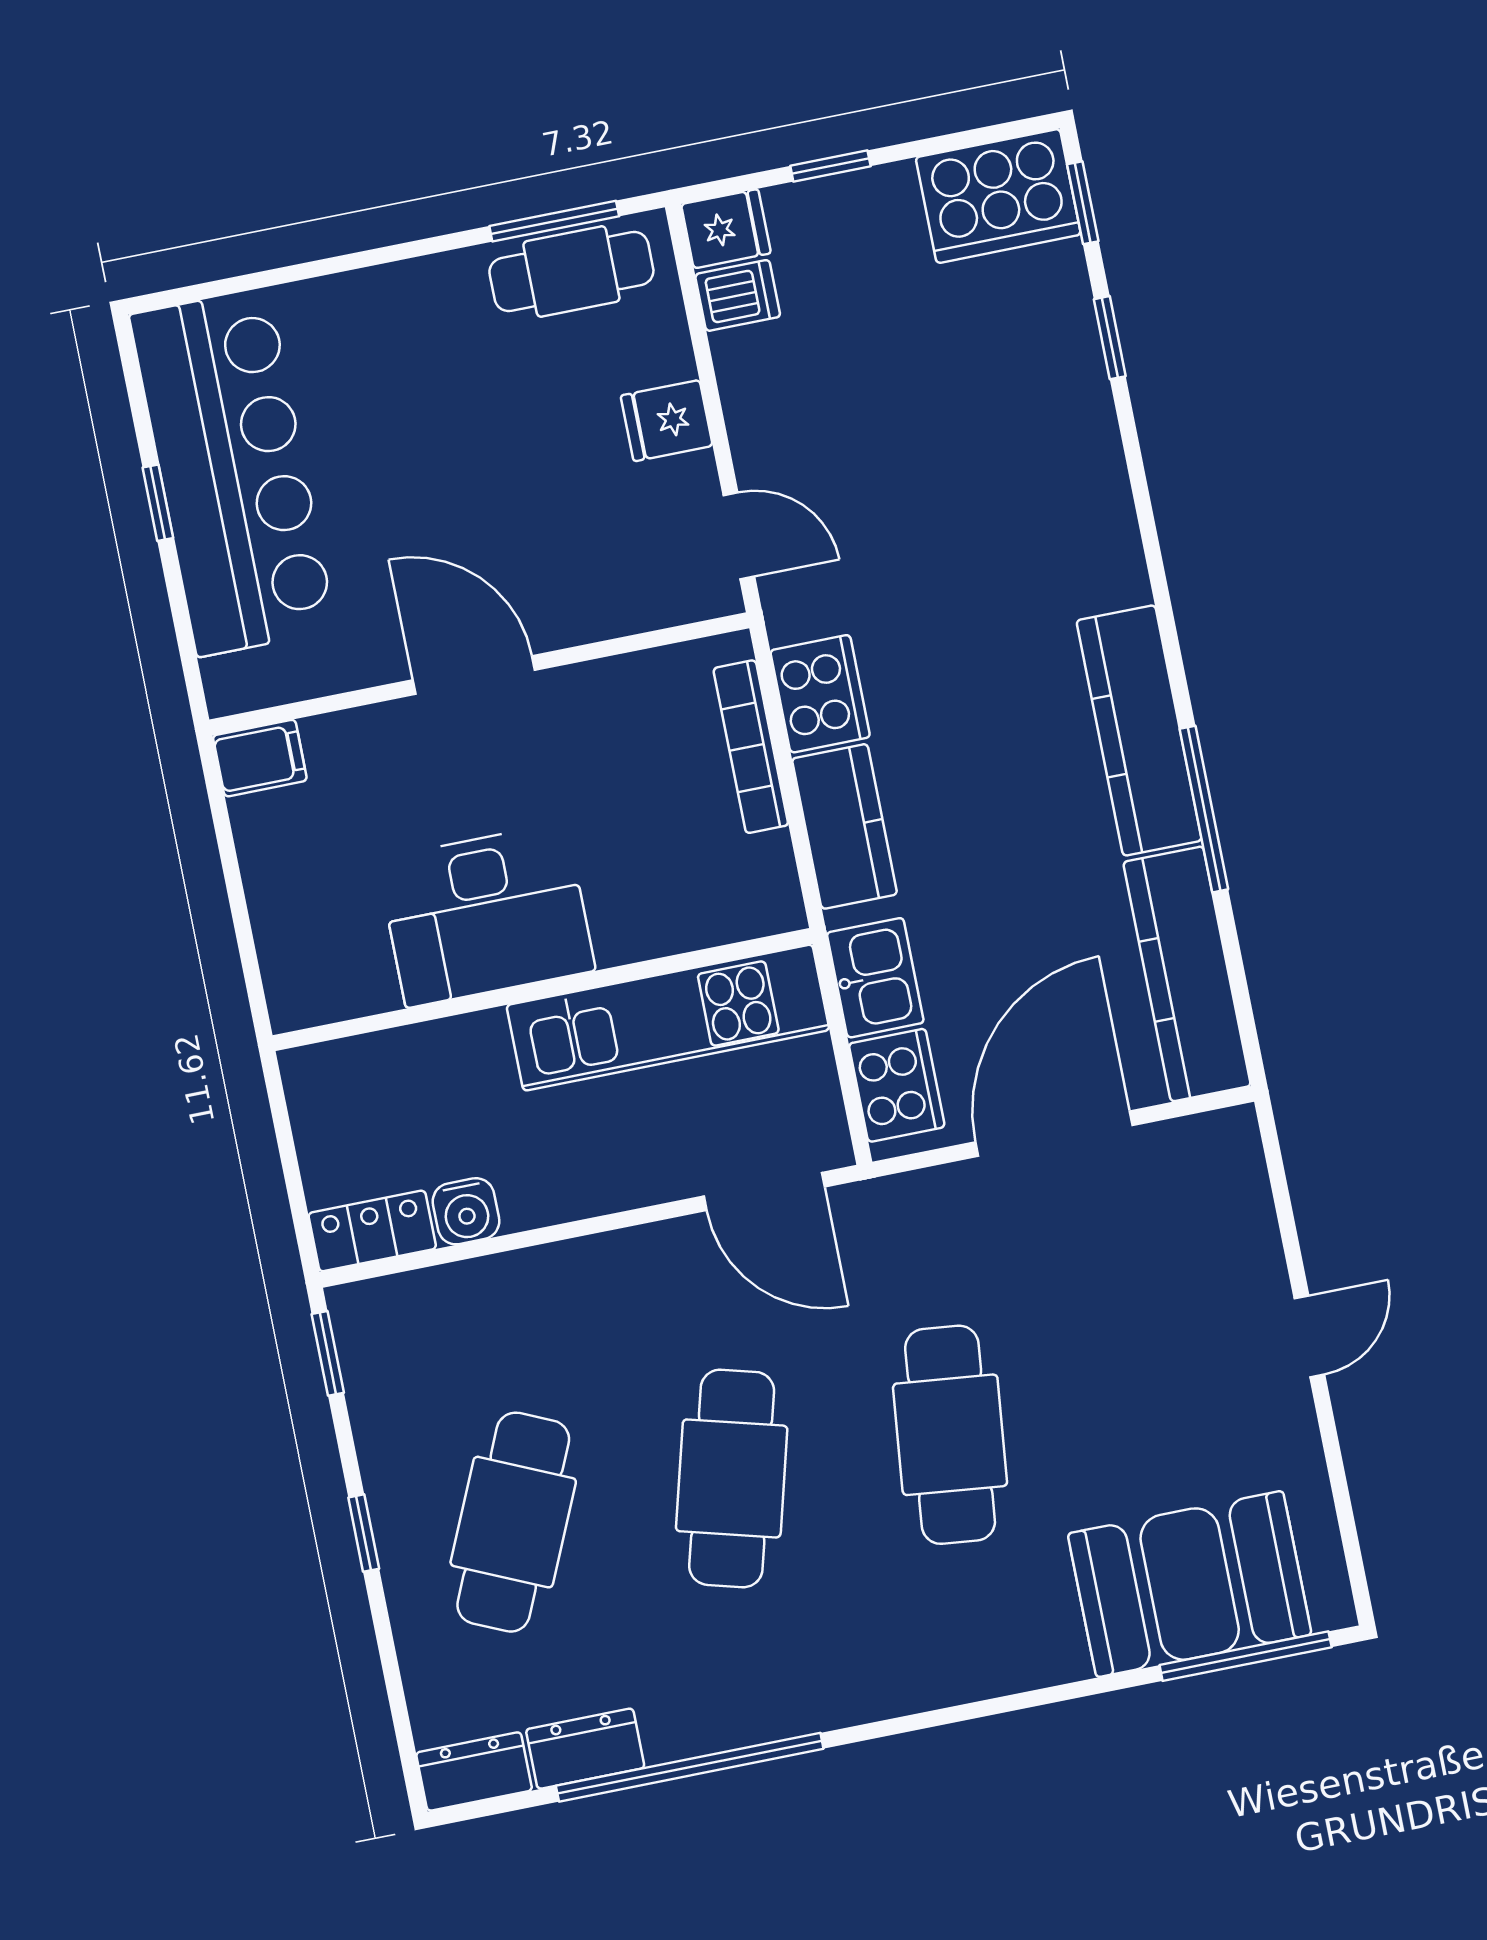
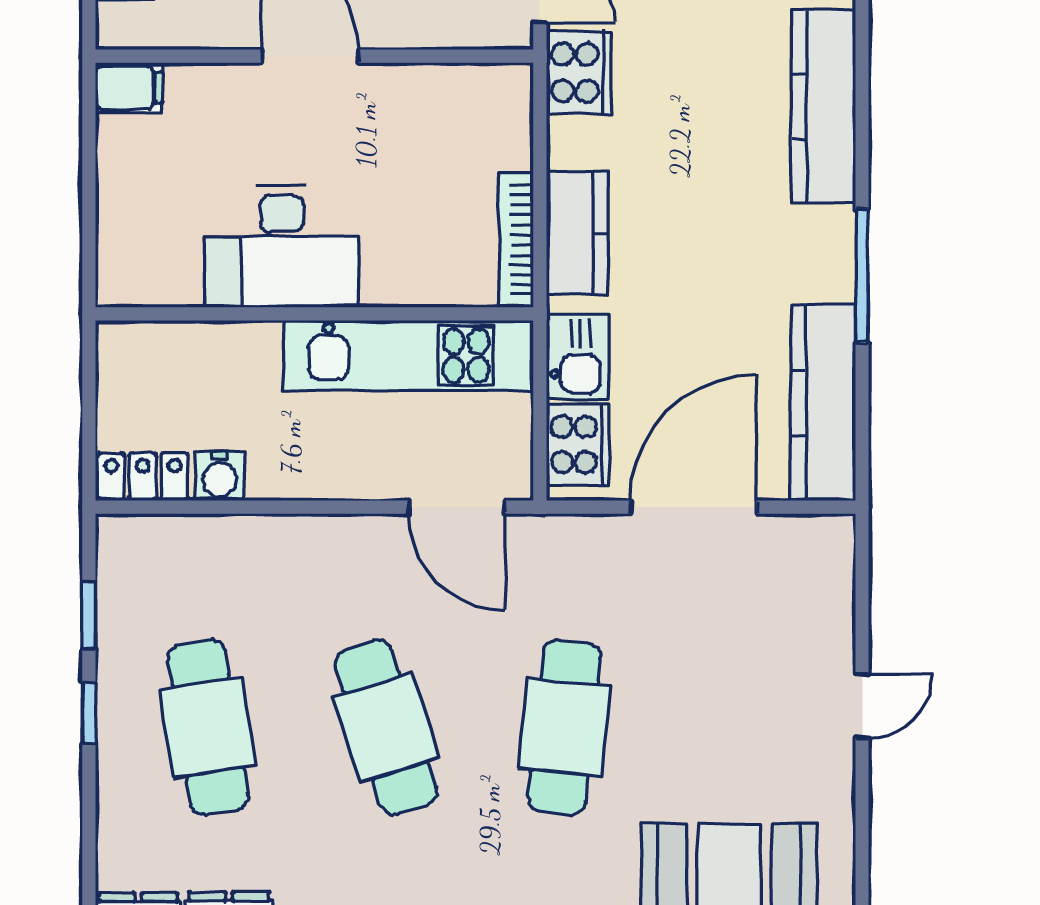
cooker: (820, 694) -> (579, 73), moved
kitchen counter: (1139, 730) -> (823, 107), moved
bookcase: (751, 747) -> (516, 240), moved
window: (328, 1353) -> (89, 615), moved
cafe table: (732, 1478) -> (386, 727), turned -33
cafe table: (513, 1522) -> (208, 727), turned -33

